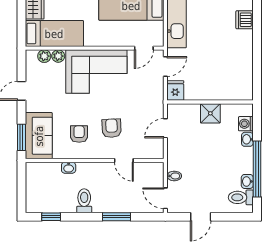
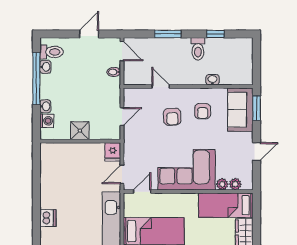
window: (51, 217) -> (215, 34), moved

